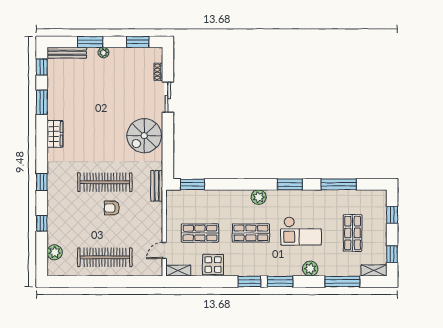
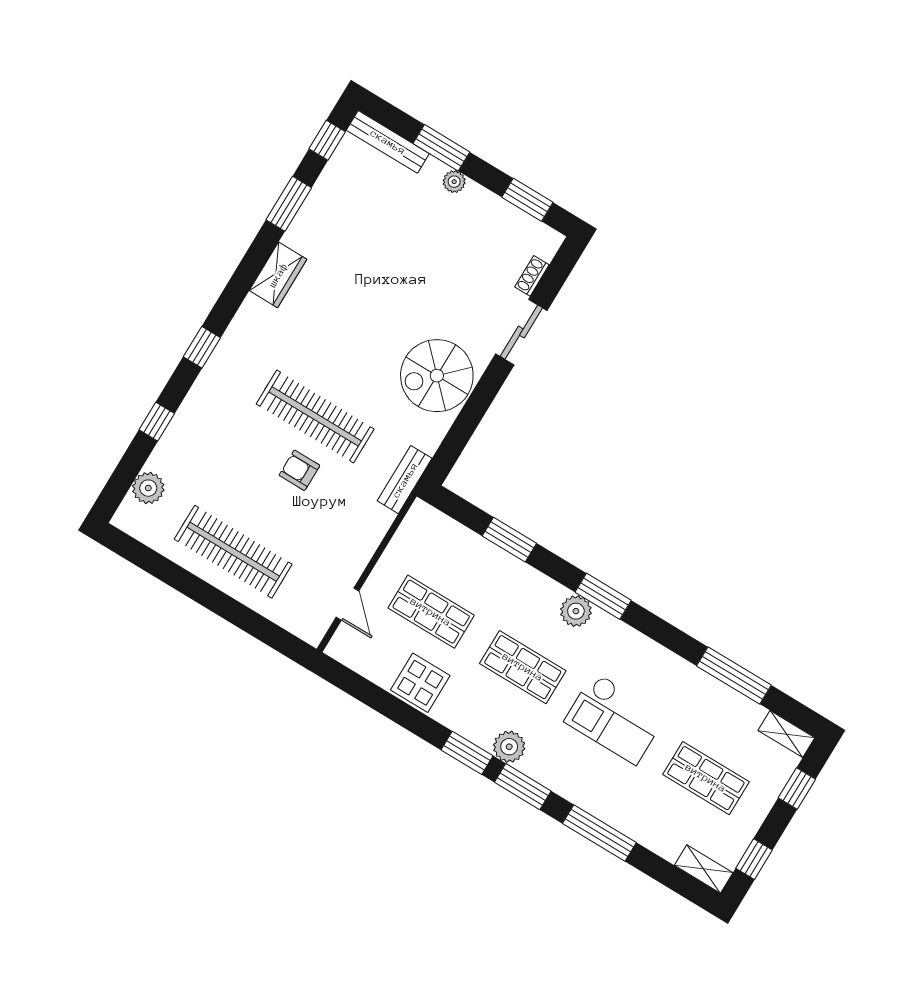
window: (192, 184) -> (509, 540), moved
window: (290, 184) -> (603, 596), moved
shop shelf: (353, 233) -> (706, 778), turned 90
door: (164, 250) -> (348, 604), swing flipped
plant: (310, 269) -> (509, 747), moved
shelving: (178, 271) -> (786, 734), moved
window: (342, 281) -> (599, 833), moved

